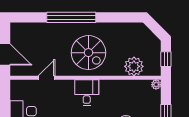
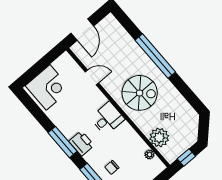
spiral stairs: (88, 53) -> (140, 93), turned -90
plant: (156, 85) -> (150, 155), moved

